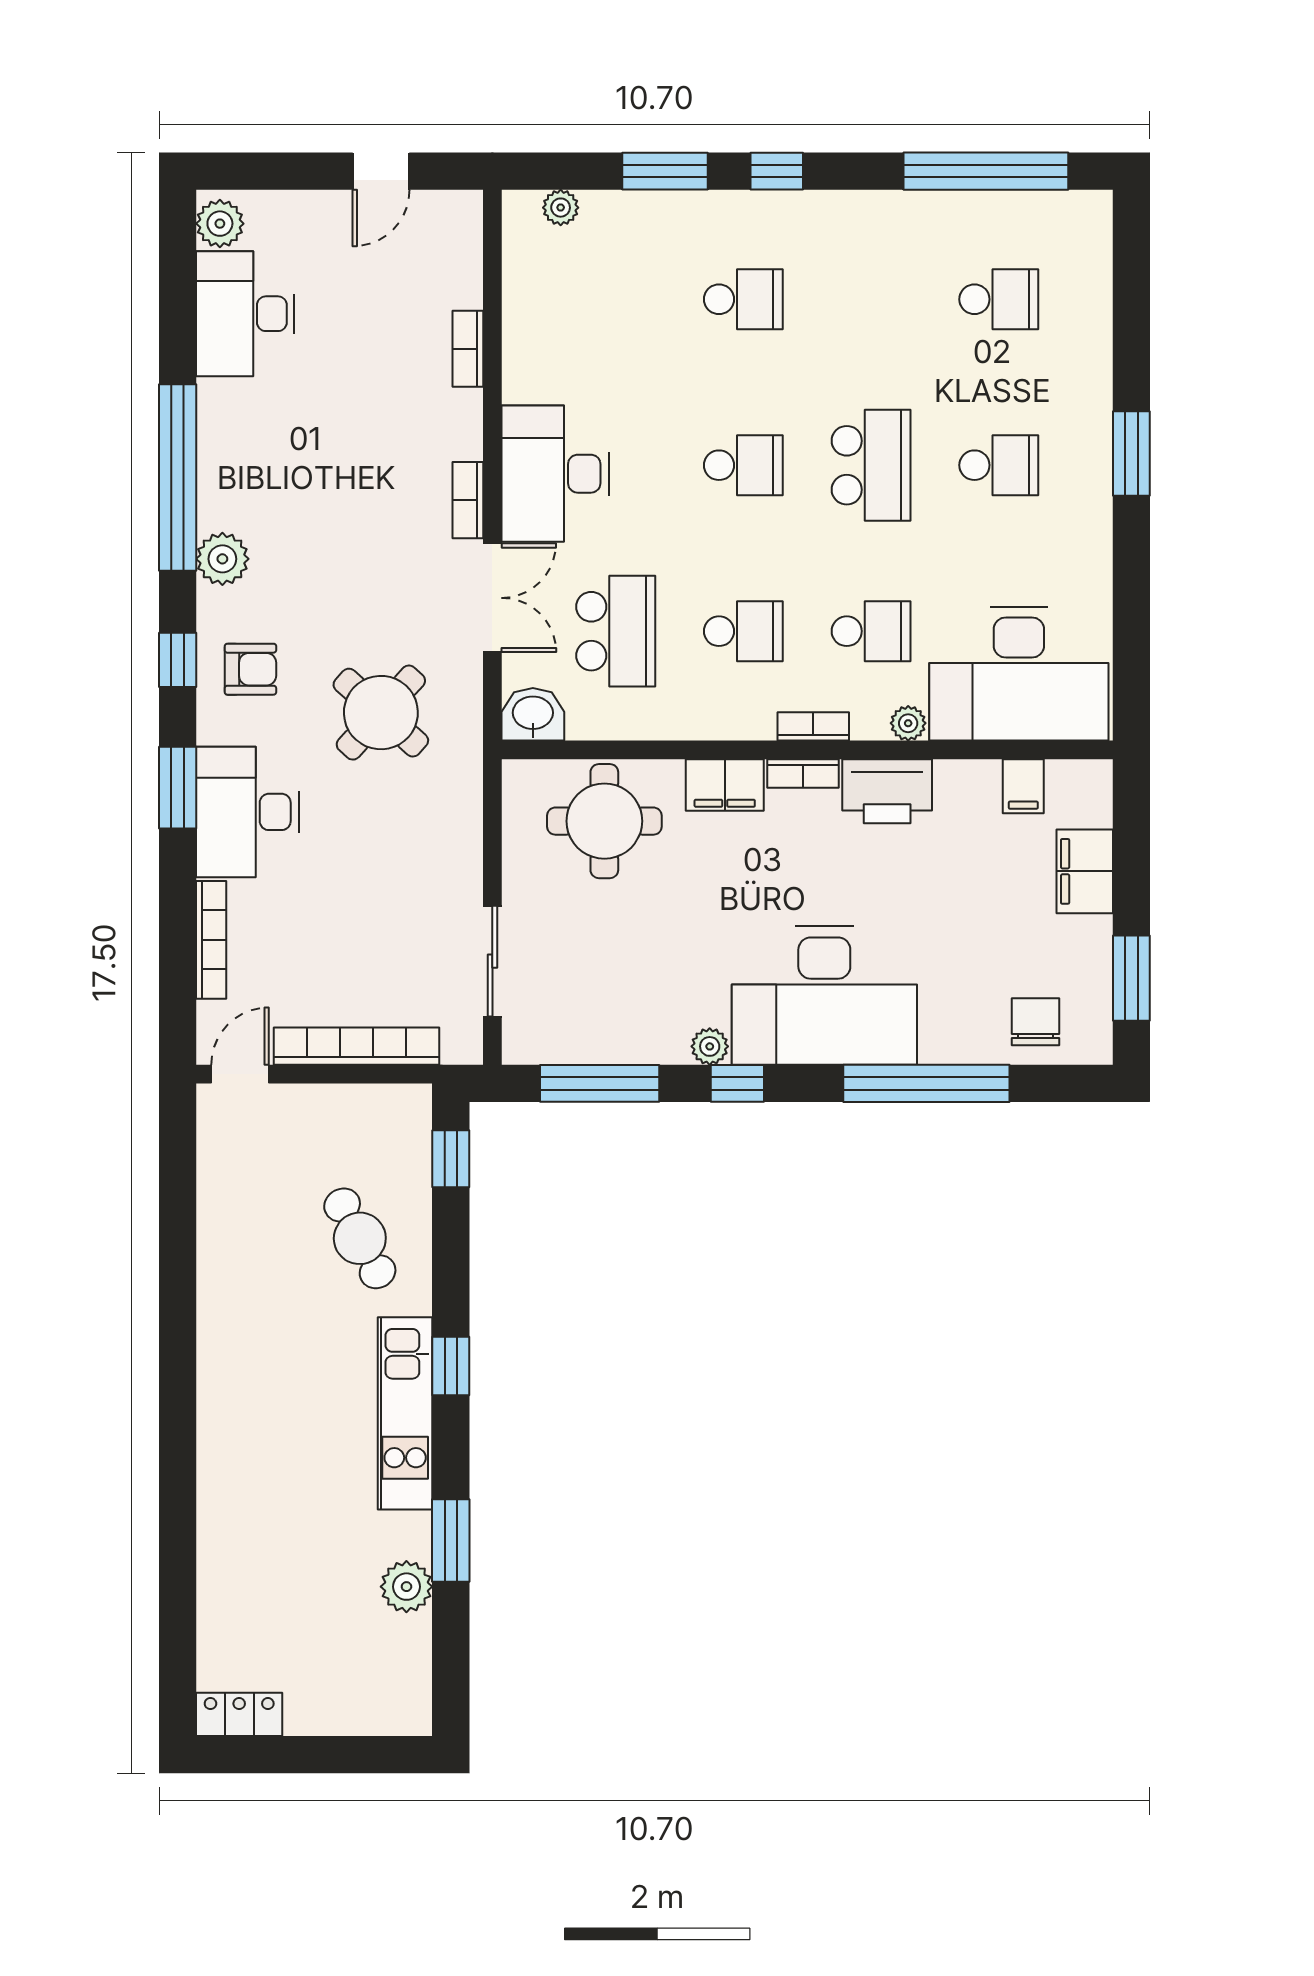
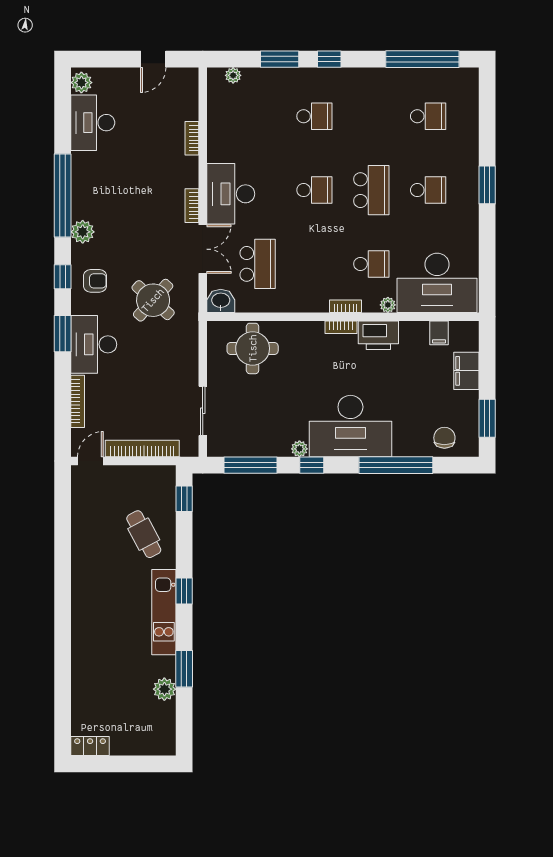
school desk: (743, 631) -> (314, 264), removed
filing cabinet: (725, 785) -> (306, 332), removed

